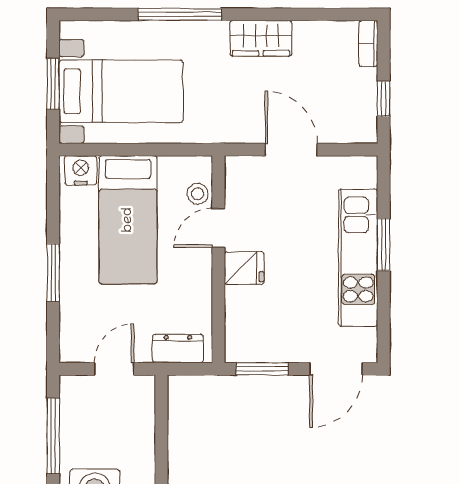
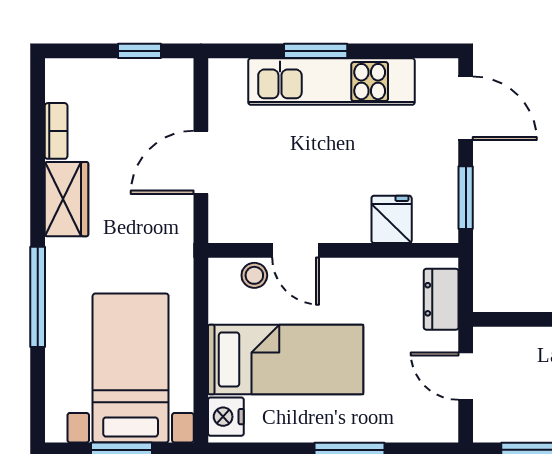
bookcase: (368, 44) -> (56, 131), moved, turned -90
fridge: (244, 268) -> (392, 219), moved

